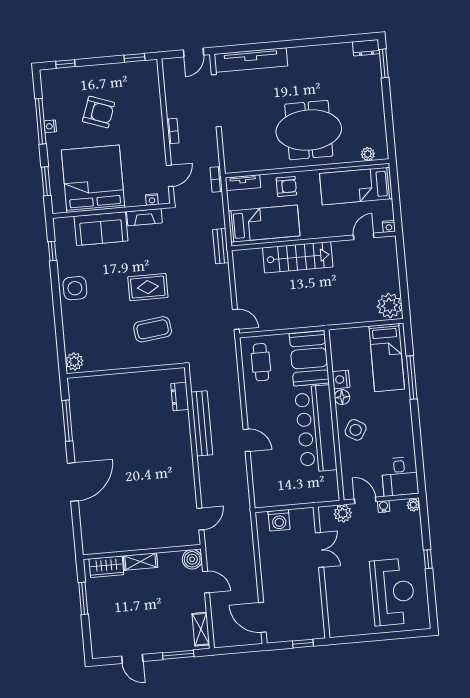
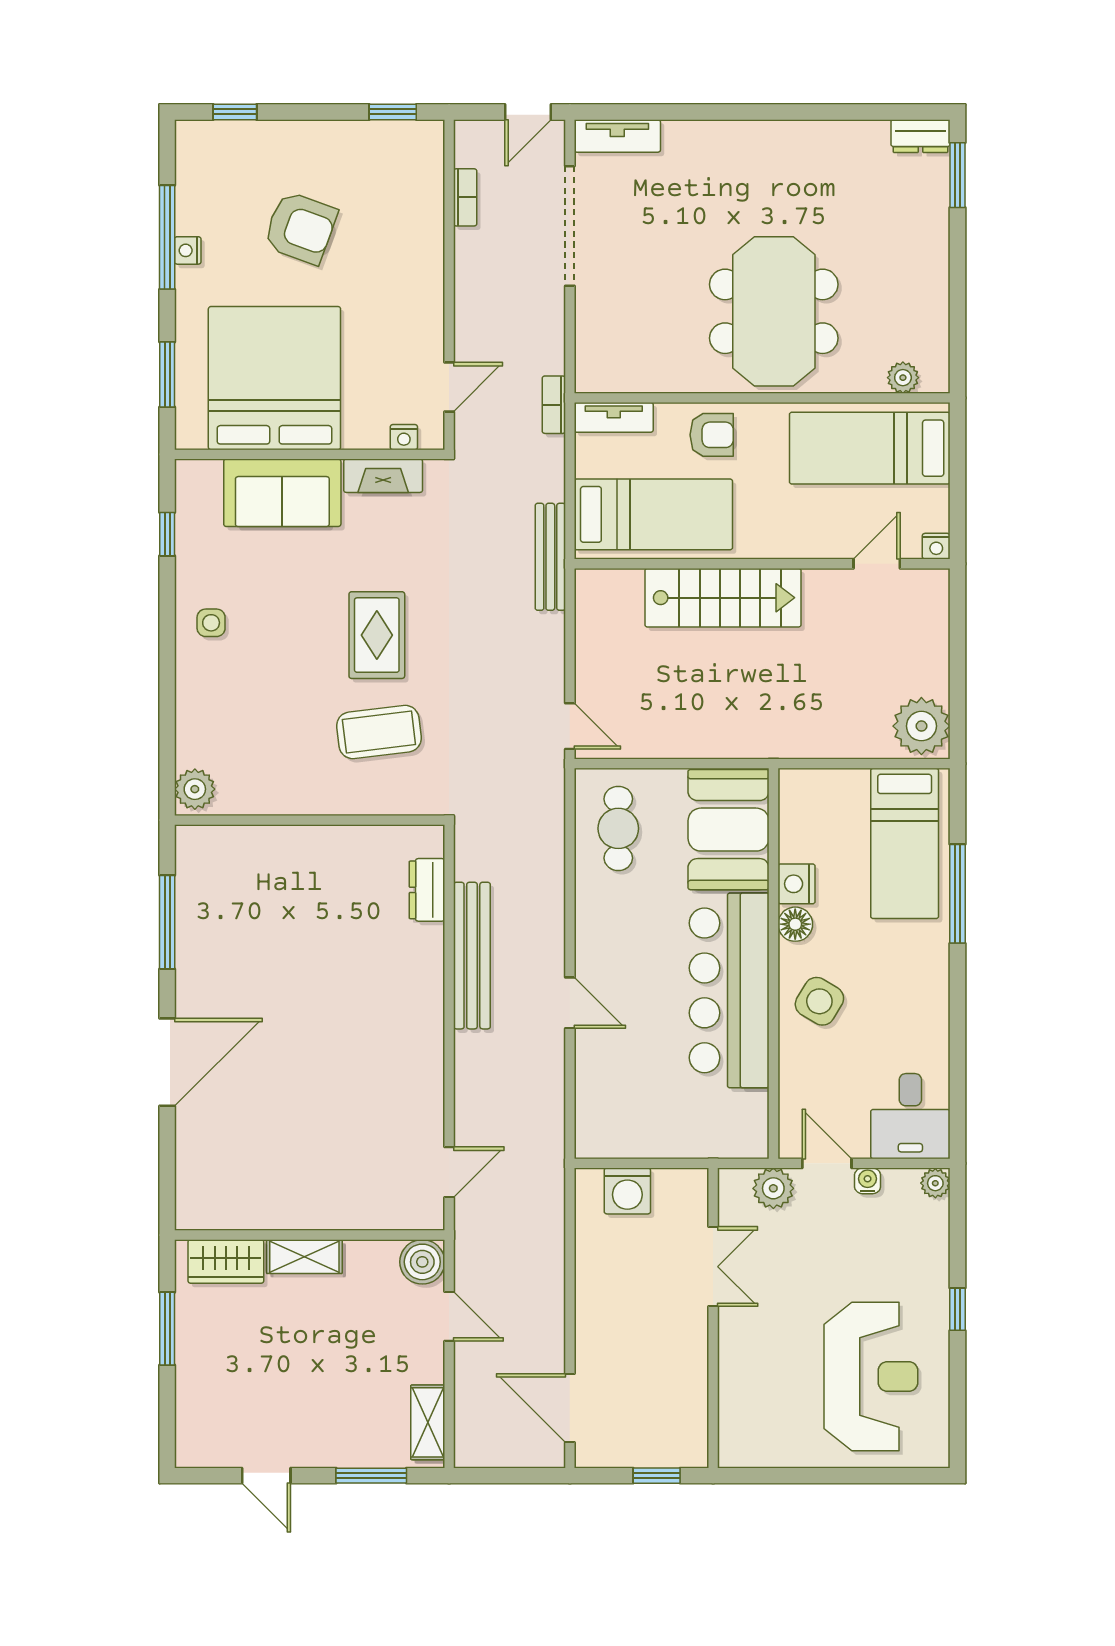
tv unit: (251, 60) -> (617, 136), width x0.52, depth x0.78
meeting table: (309, 130) -> (774, 311), turned 90
bookcase: (173, 131) -> (465, 197), moved
bench: (221, 246) -> (550, 557), width x1.36
rug: (148, 287) -> (377, 635), turned 90
side table: (75, 288) -> (211, 623), width x0.54, depth x0.54

